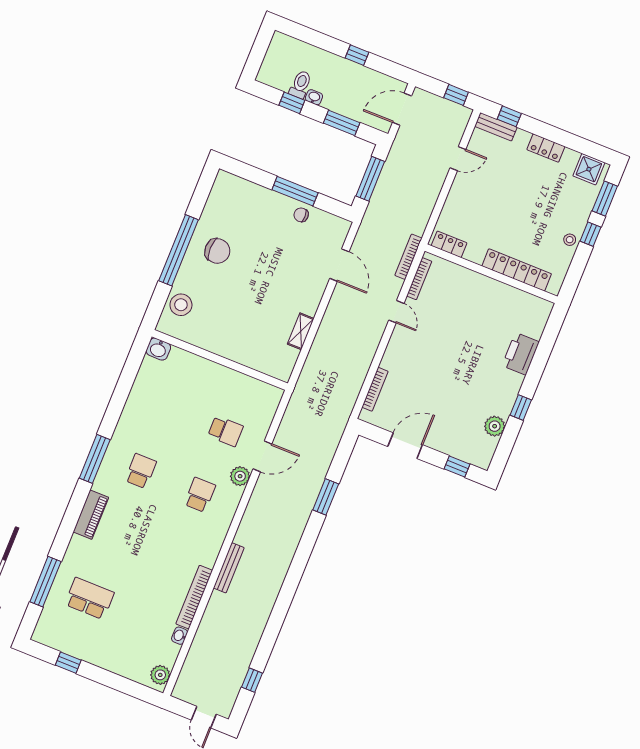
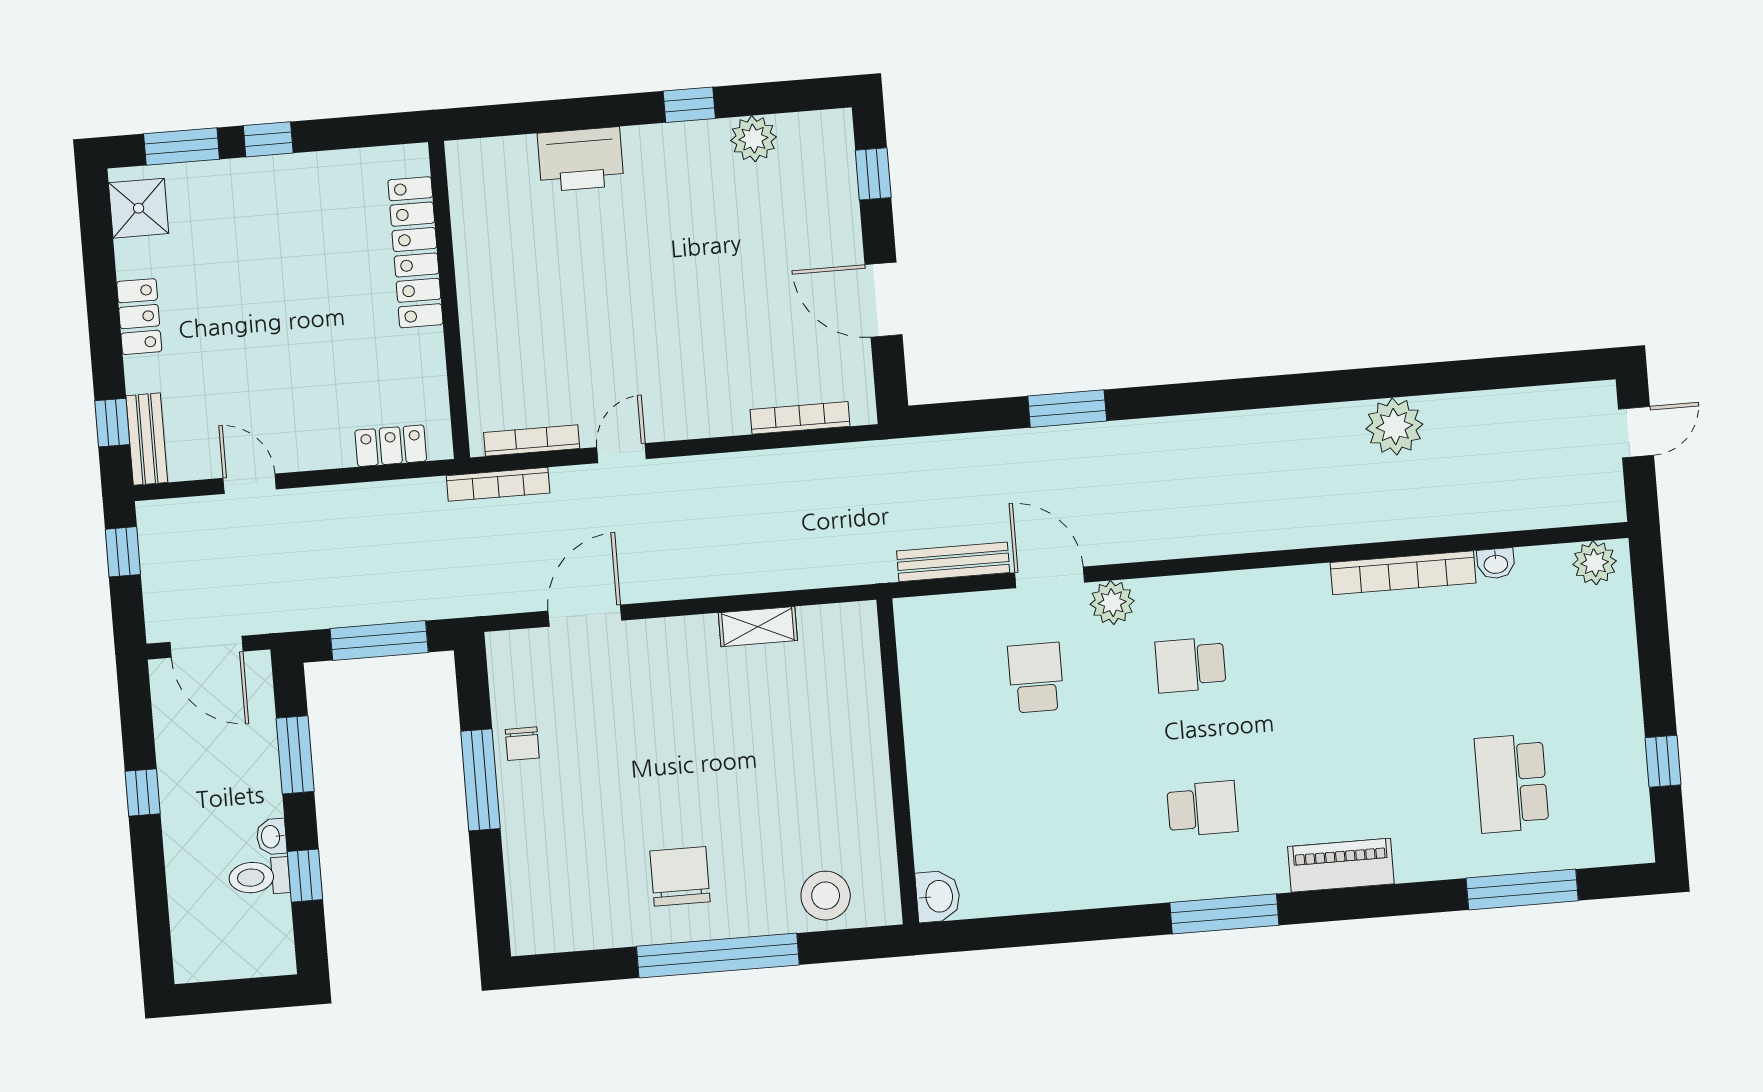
stool: (570, 240) -> (301, 176), removed
locker: (449, 244) -> (391, 446), moved, turned 90
school desk: (141, 471) -> (1202, 809), turned 180
bench: (229, 568) -> (953, 562), moved
plant: (254, 623) -> (1394, 426), added
window: (252, 680) -> (1512, 372), removed

